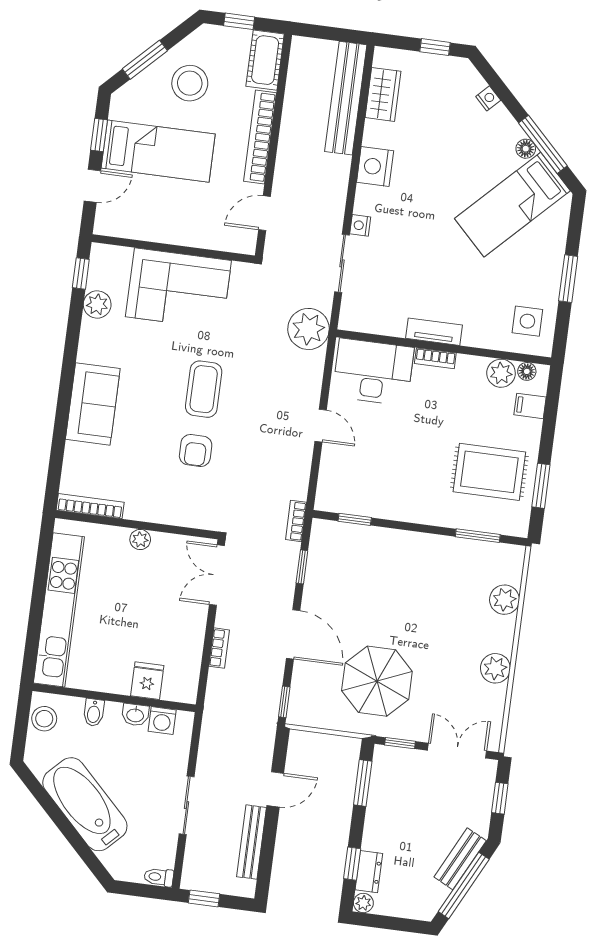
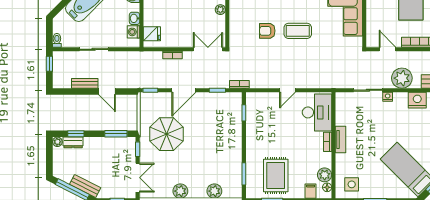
plant: (308, 329) -> (402, 78), moved
fridge: (147, 681) -> (152, 34), moved
bench: (252, 842) -> (85, 83), width x0.73

